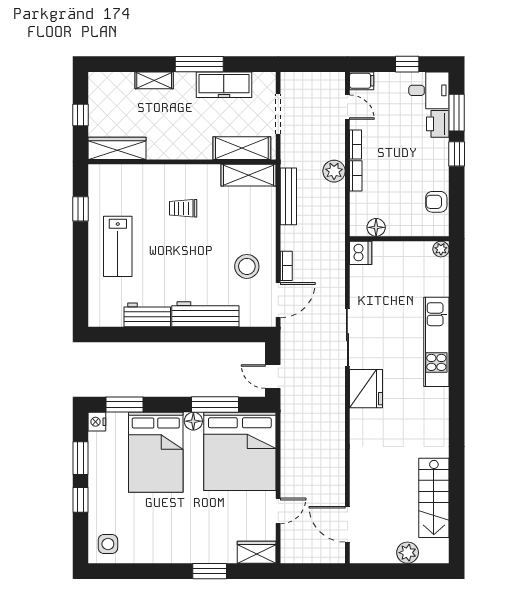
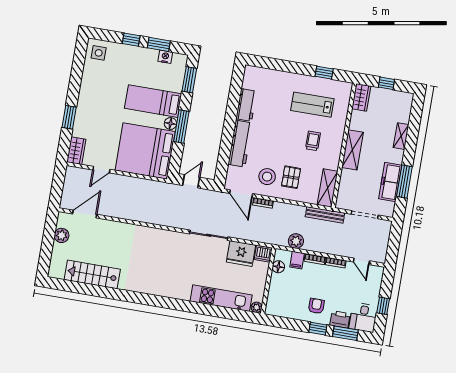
window: (199, 64) -> (404, 182), moved
filing cabinet: (362, 81) -> (297, 260), moved
door: (347, 107) -> (361, 261), hinge flipped
wardrobe: (117, 148) -> (361, 97), width x0.67
shelving: (242, 148) -> (353, 150), moved
plant: (334, 171) -> (296, 241), moved
bench: (288, 196) -> (325, 215), moved
armchair: (436, 202) -> (316, 306), moved
pallet: (242, 231) -> (291, 177), added
lab bench: (118, 246) -> (312, 105), moved
kitchen unit: (436, 342) -> (221, 298), moved
fridge: (366, 389) -> (241, 254), moved
window: (215, 405) -> (181, 126), moved
nightstand: (97, 422) -> (165, 57), moved
bed: (156, 452) -> (153, 101), width x0.67
door: (278, 511) -> (101, 170), hinge flipped
plant: (408, 553) -> (62, 235), moved

